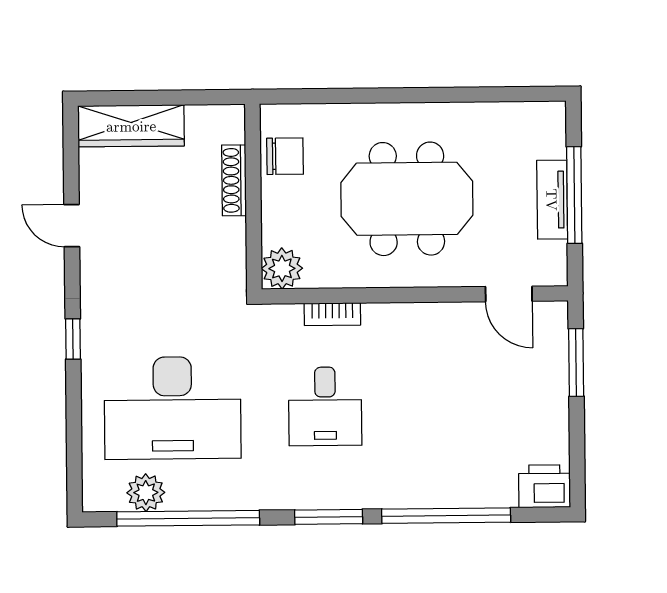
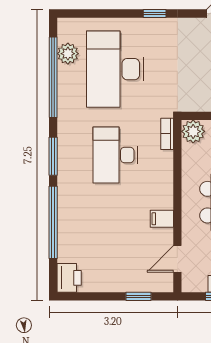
bookcase: (332, 314) -> (167, 134), moved
filing cabinet: (438, 322) -> (162, 219), added
window: (576, 363) -> (138, 296), width x0.67
desk: (325, 406) -> (115, 155), width x1.37

